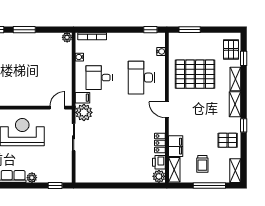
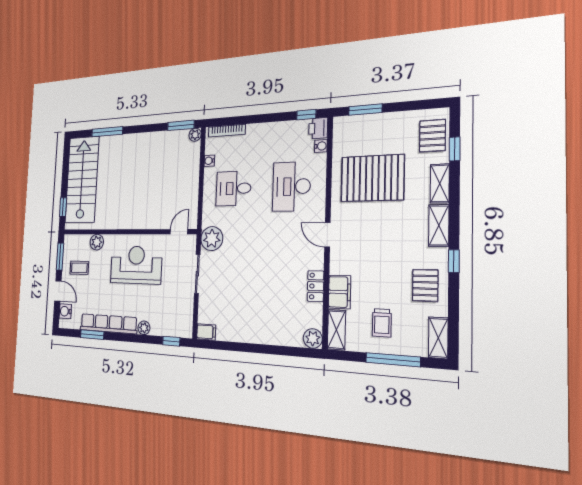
window: (24, 30) -> (181, 125), moved
filing cabinet: (82, 98) -> (206, 332), moved
pallet: (228, 140) -> (425, 285), turned 90
printer: (159, 162) -> (318, 128), moved

